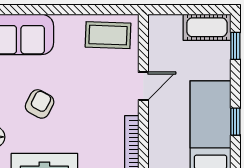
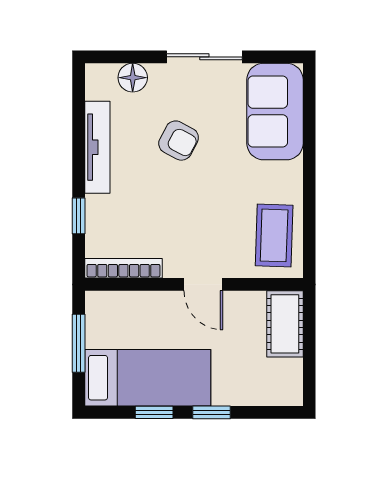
cot: (207, 27) -> (285, 324), moved
window: (235, 46) -> (211, 412), moved

